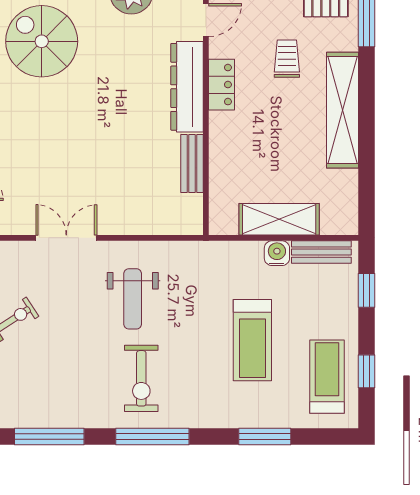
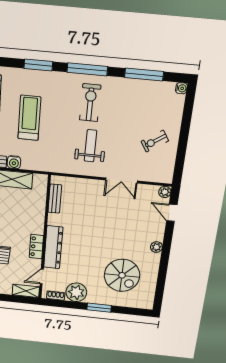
bench: (192, 163) -> (55, 199), moved
window: (265, 437) -> (38, 65), moved

